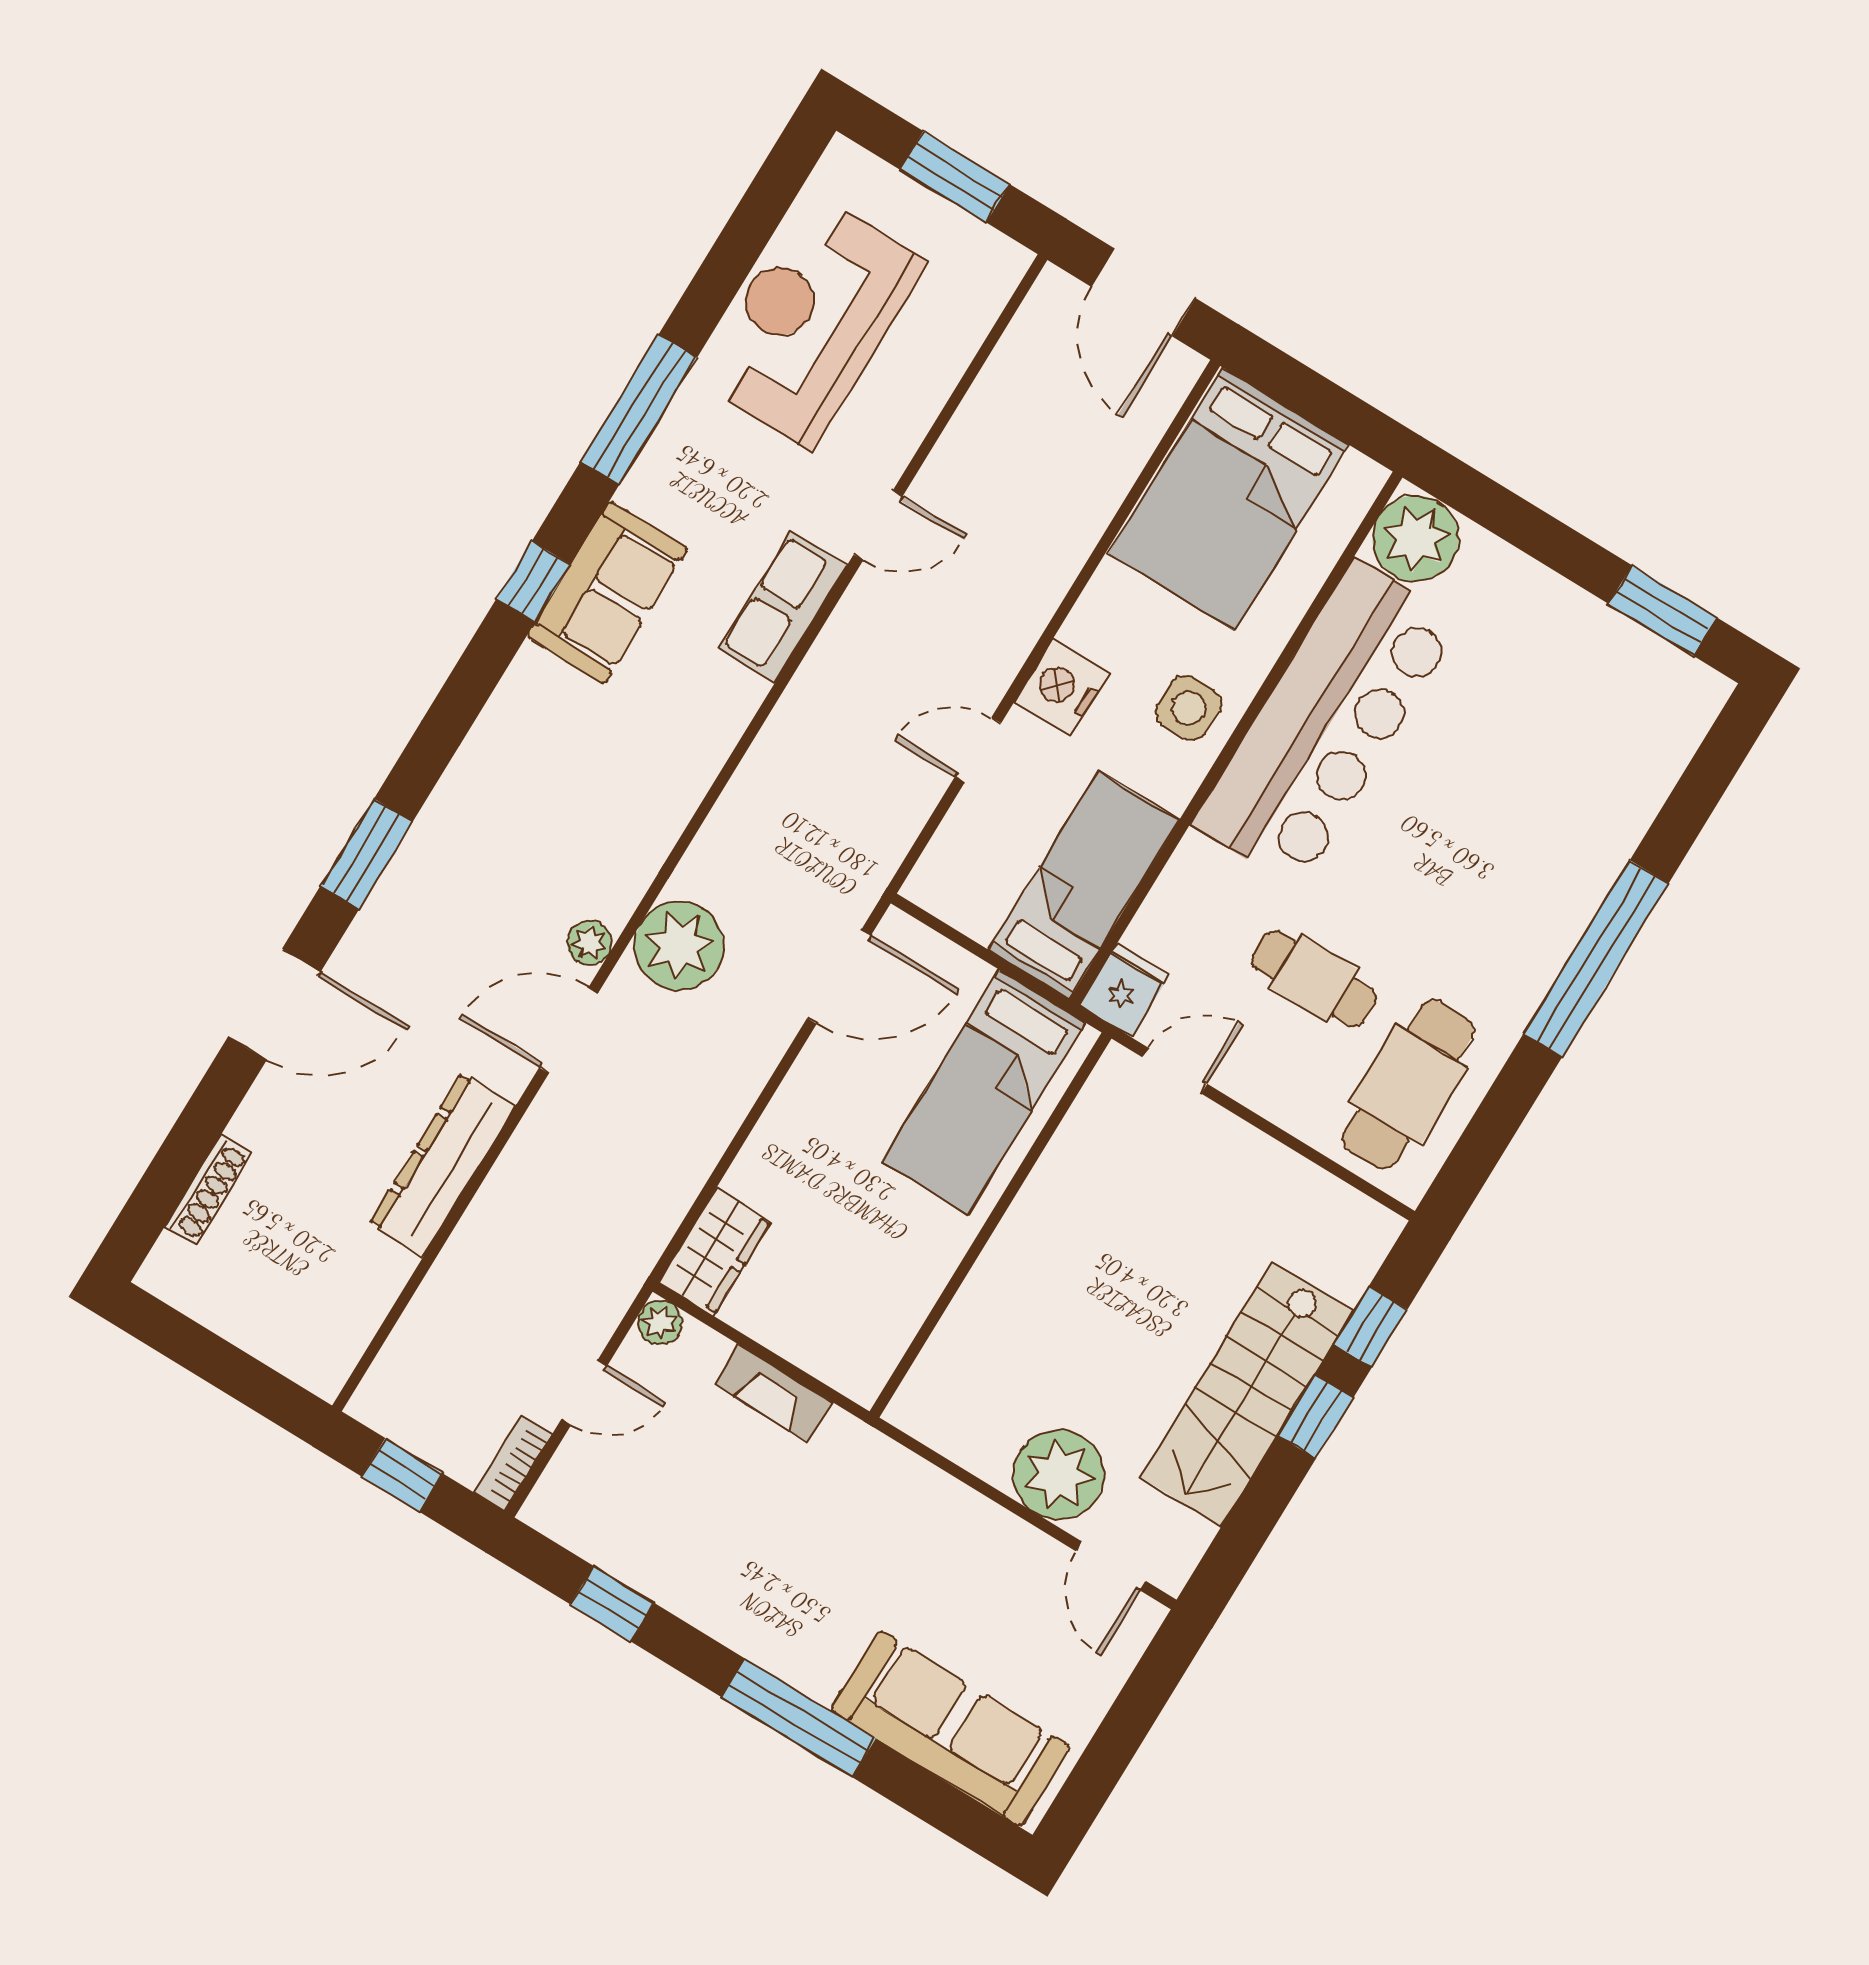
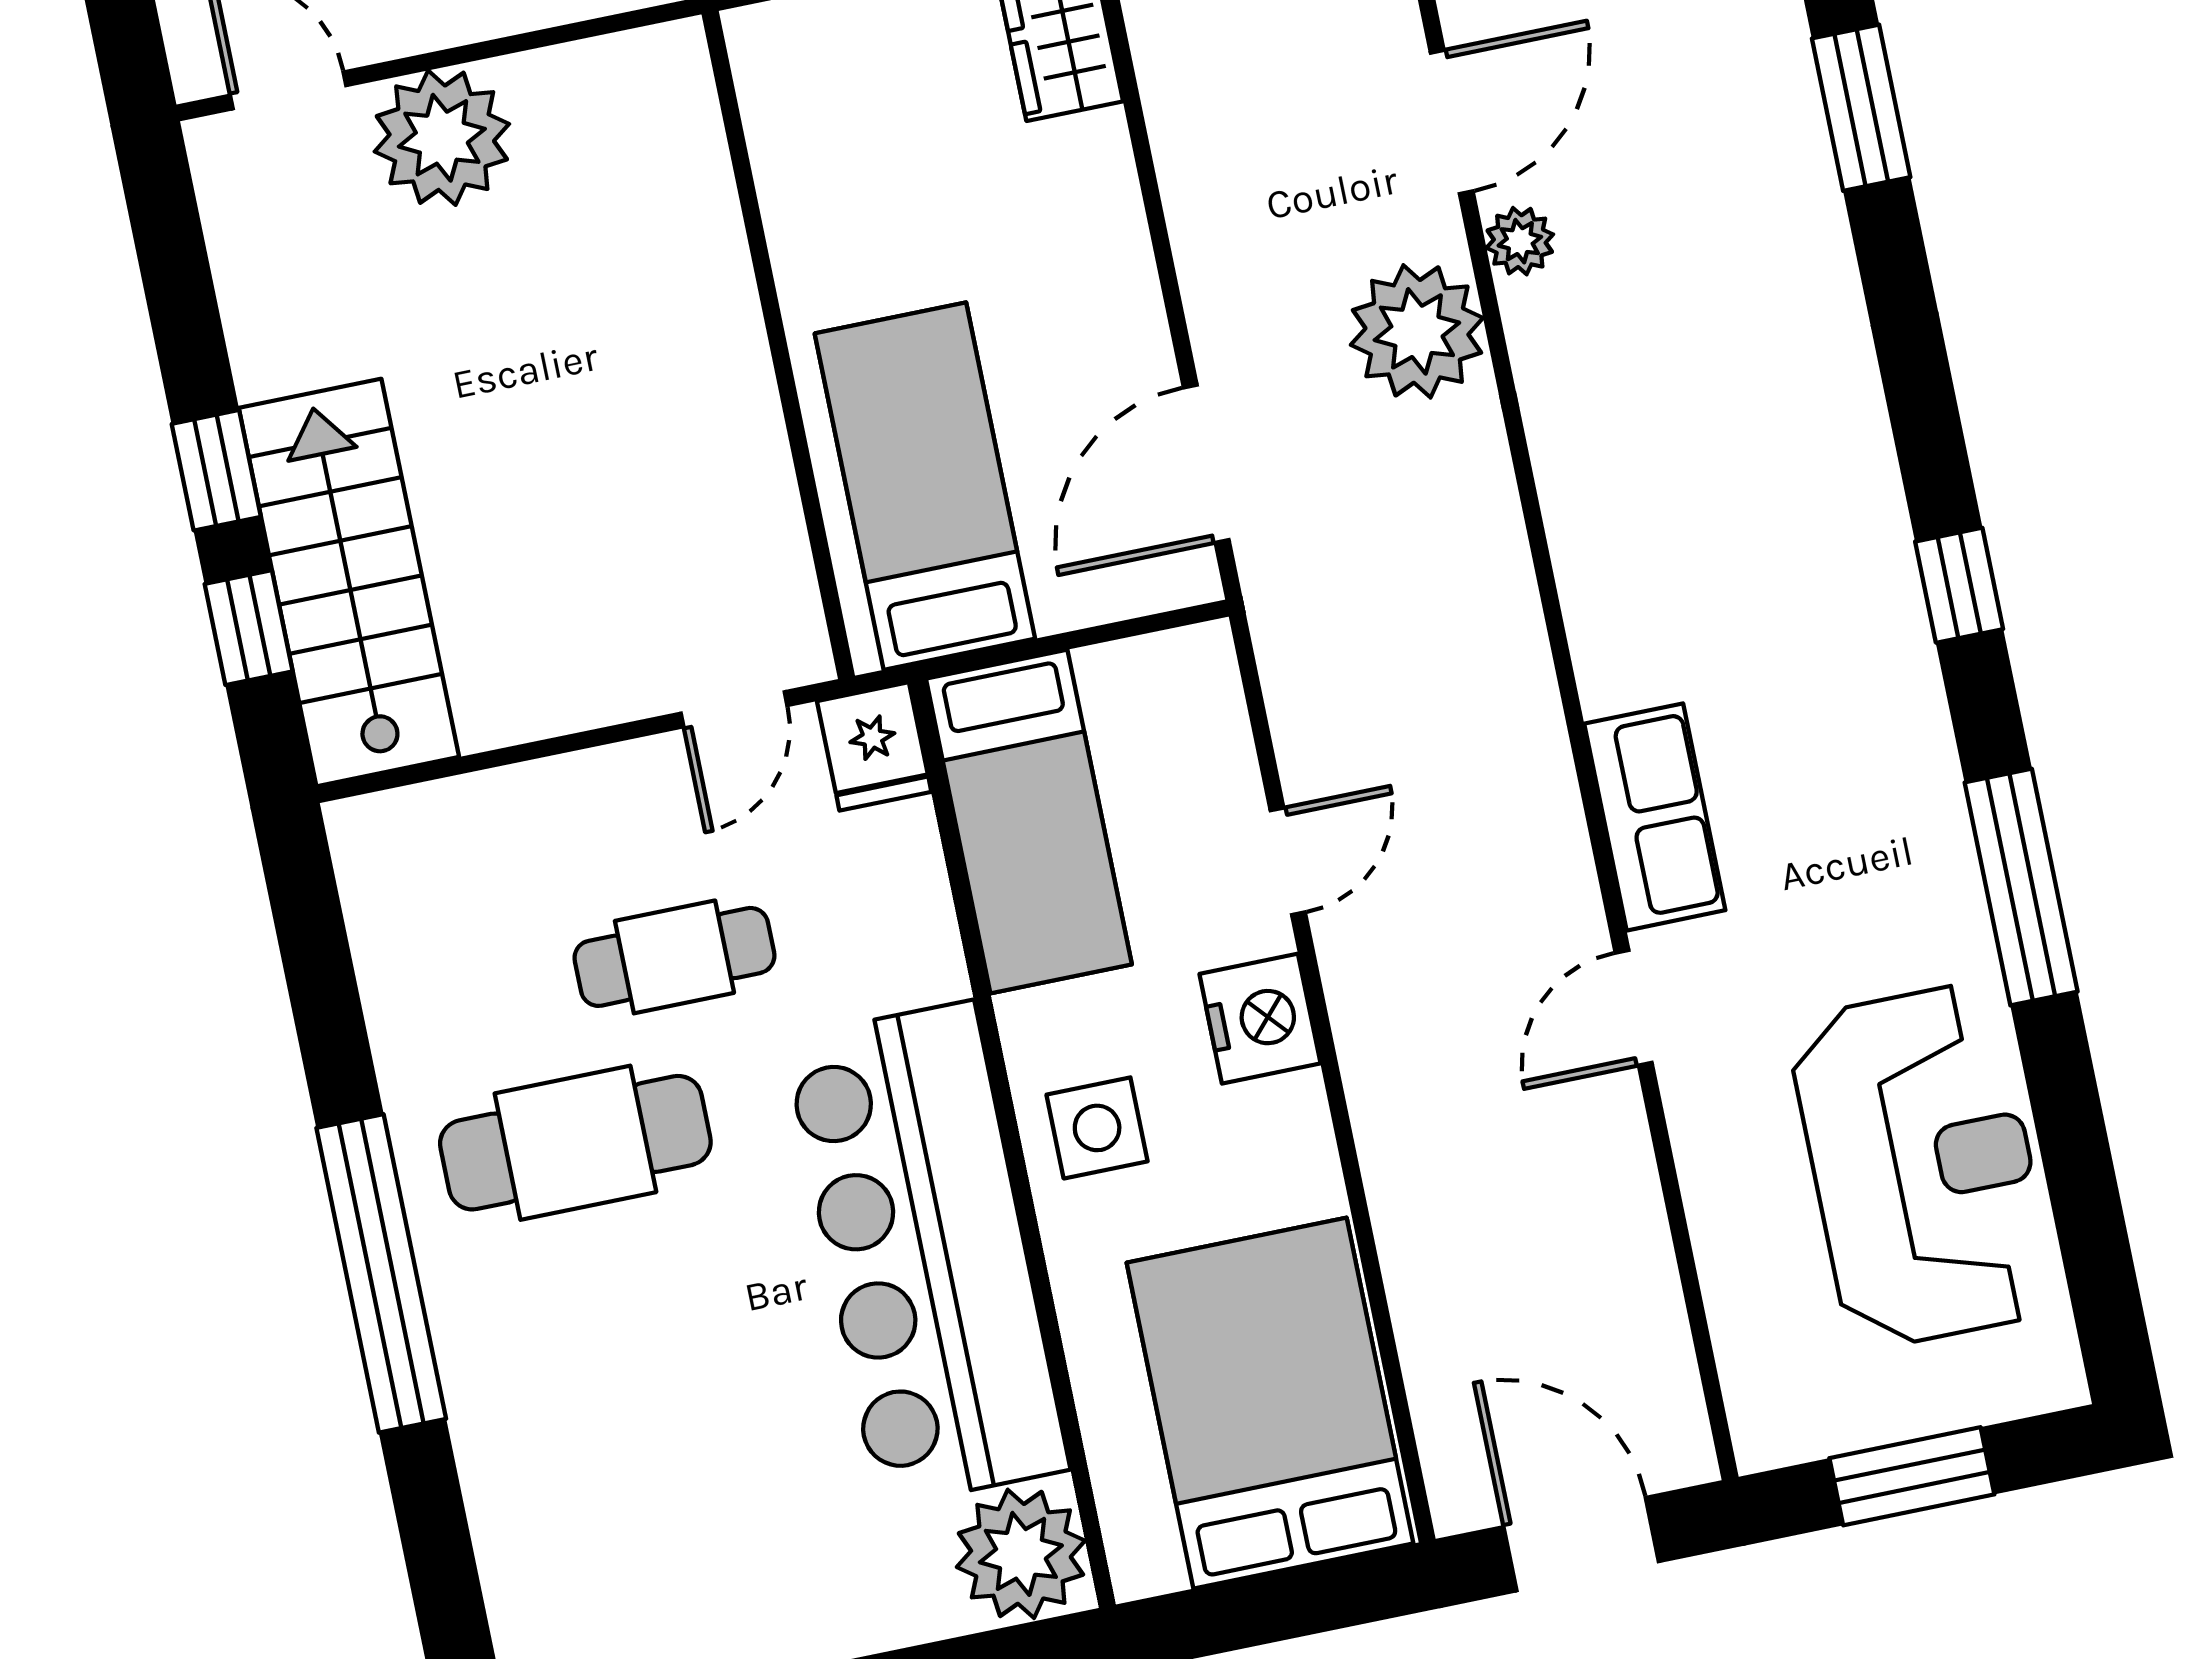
sofa: (607, 592) -> (1866, 650), removed
cafe table: (1408, 1085) -> (575, 1143), moved, turned 90
stairs: (1247, 1394) -> (349, 582), moved

